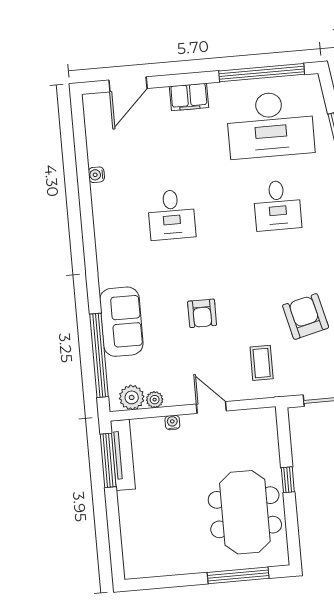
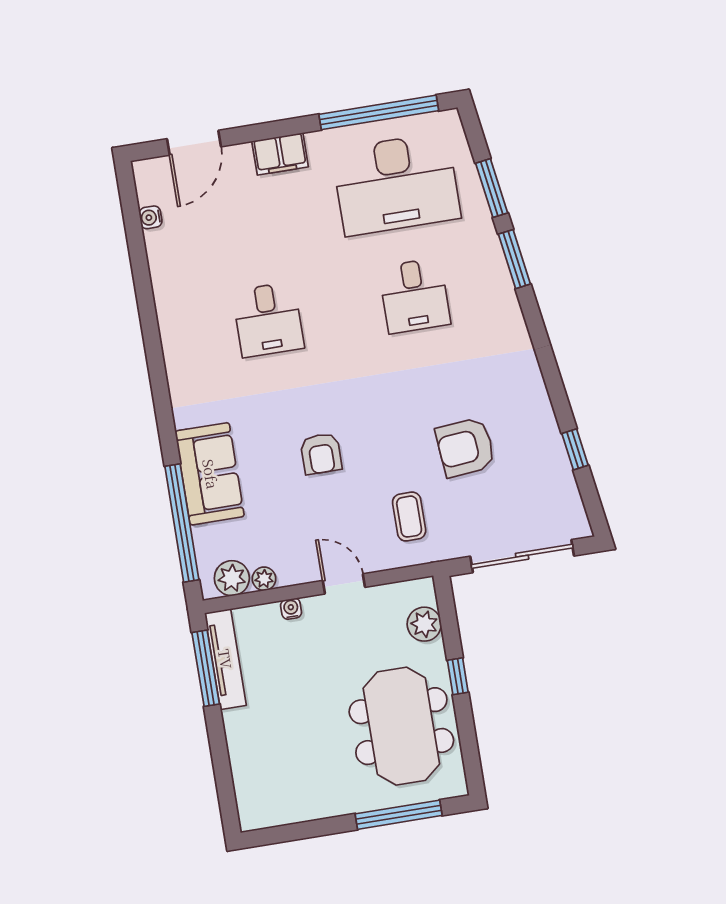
water cooler: (96, 175) -> (151, 217), moved
armchair: (306, 317) -> (465, 447), turned -81
plant: (267, 441) -> (424, 624), added

